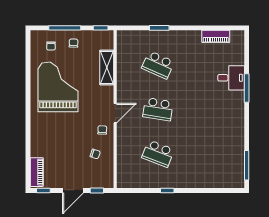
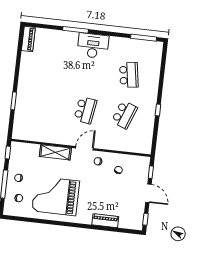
piano: (216, 36) -> (28, 39), moved
school desk: (158, 65) -> (129, 75), moved, turned -33
shelving: (107, 67) -> (55, 152), moved
desk: (231, 78) -> (93, 46), moved, width x1.37
door: (115, 113) -> (84, 148), hinge flipped
piano: (37, 172) -> (105, 221), moved

